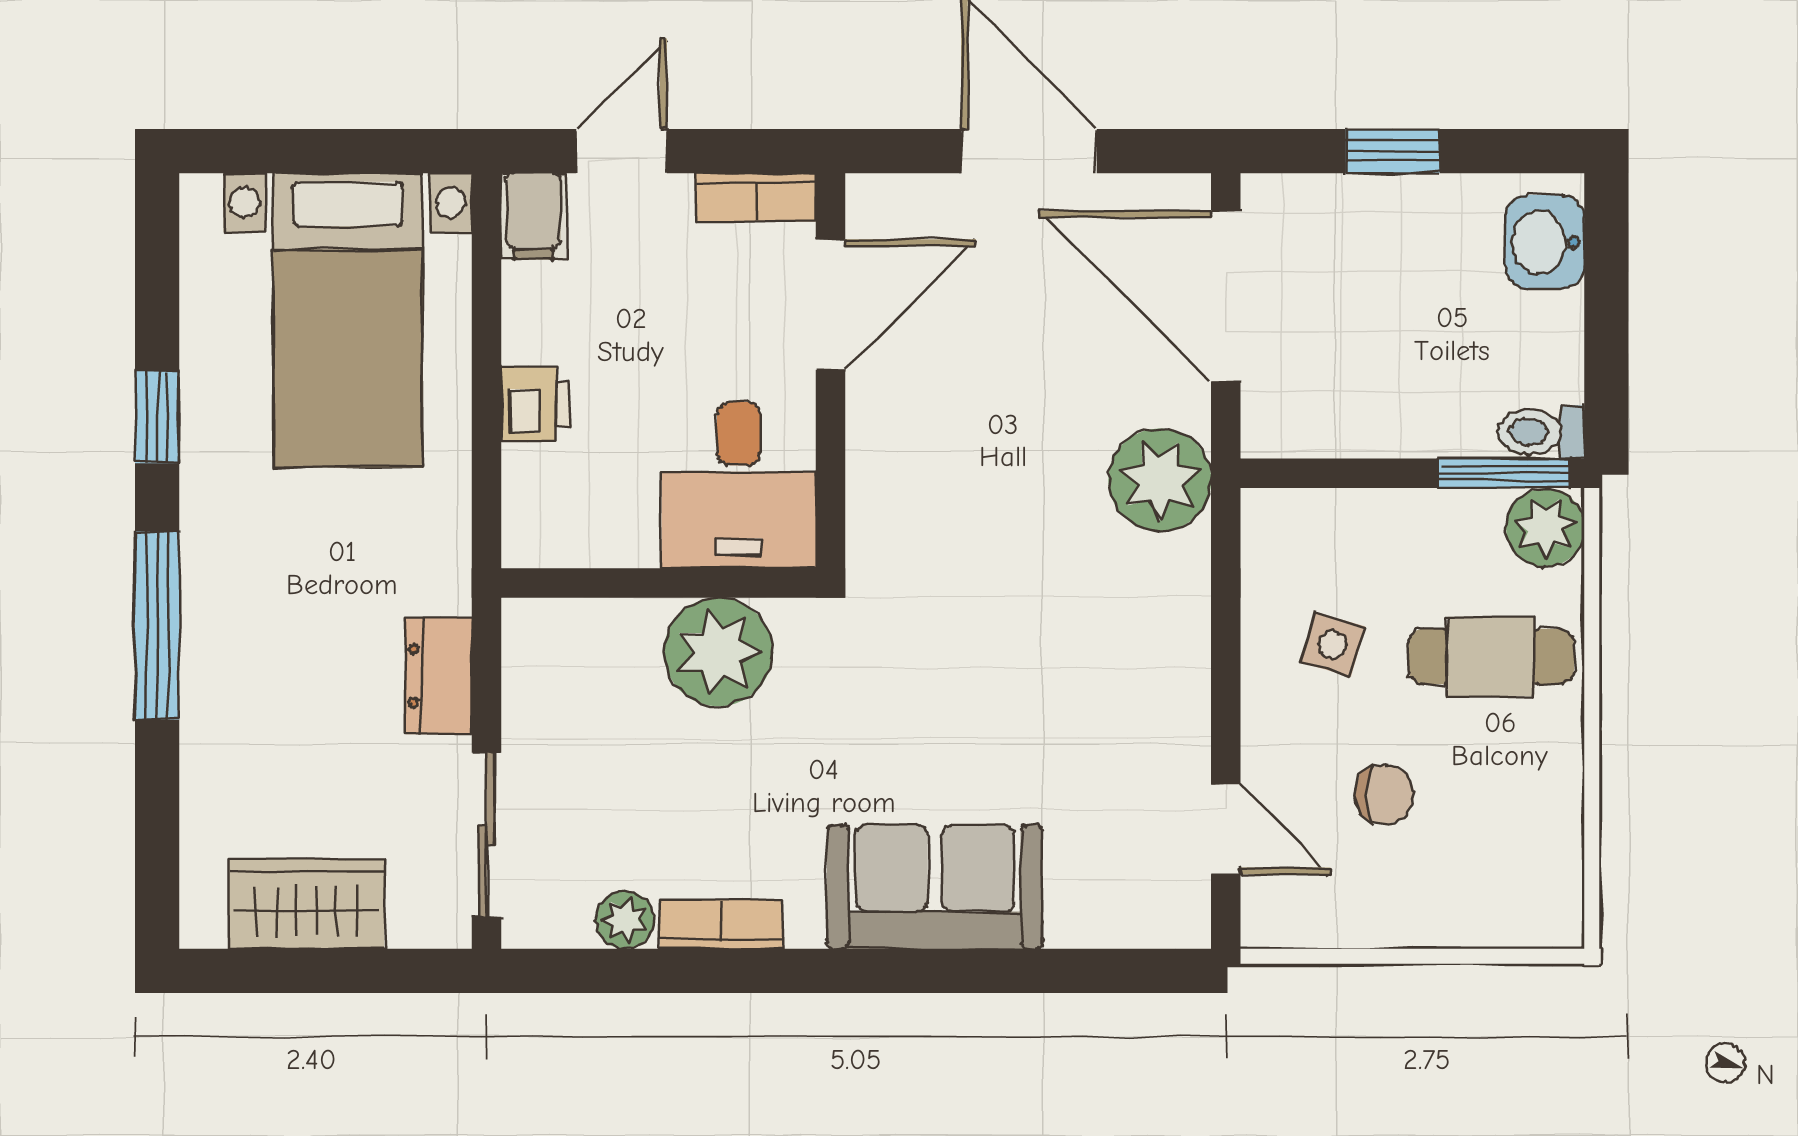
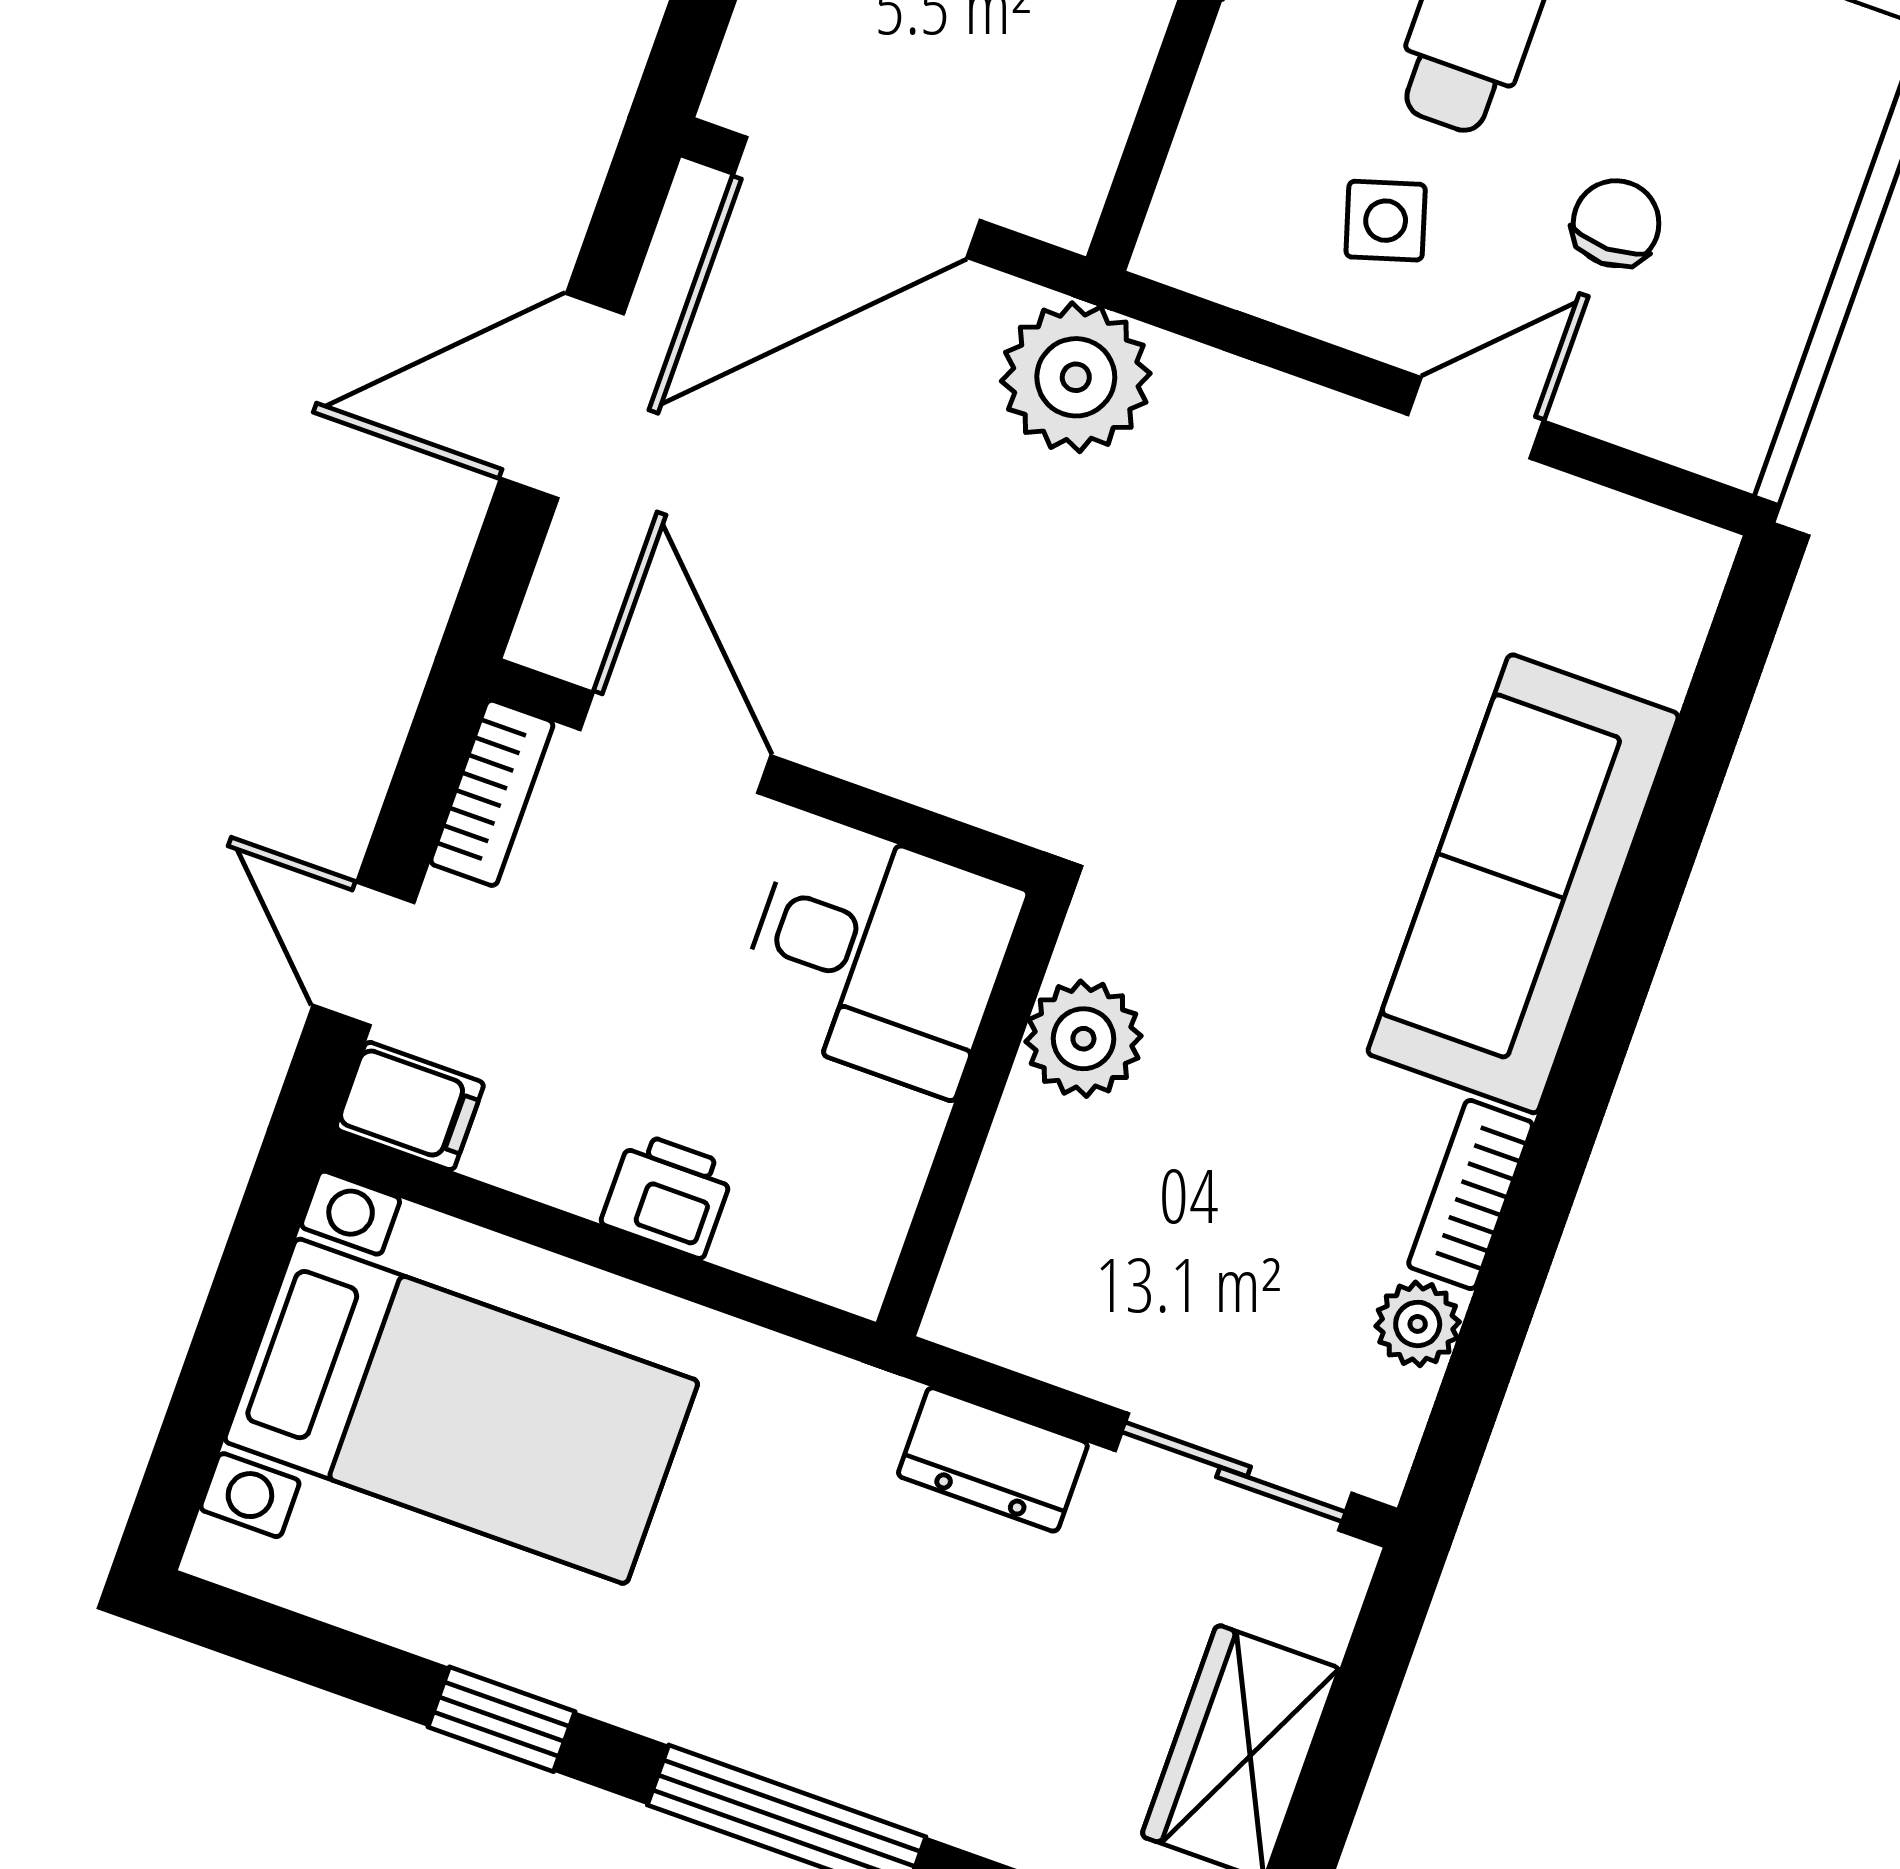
side table: (1333, 644) -> (1386, 221), turned -33
plant: (718, 652) -> (1083, 1039), width x0.73, depth x0.73
door: (1226, 829) -> (1476, 418), moved
sofa: (935, 887) -> (1523, 884), width x1.36

